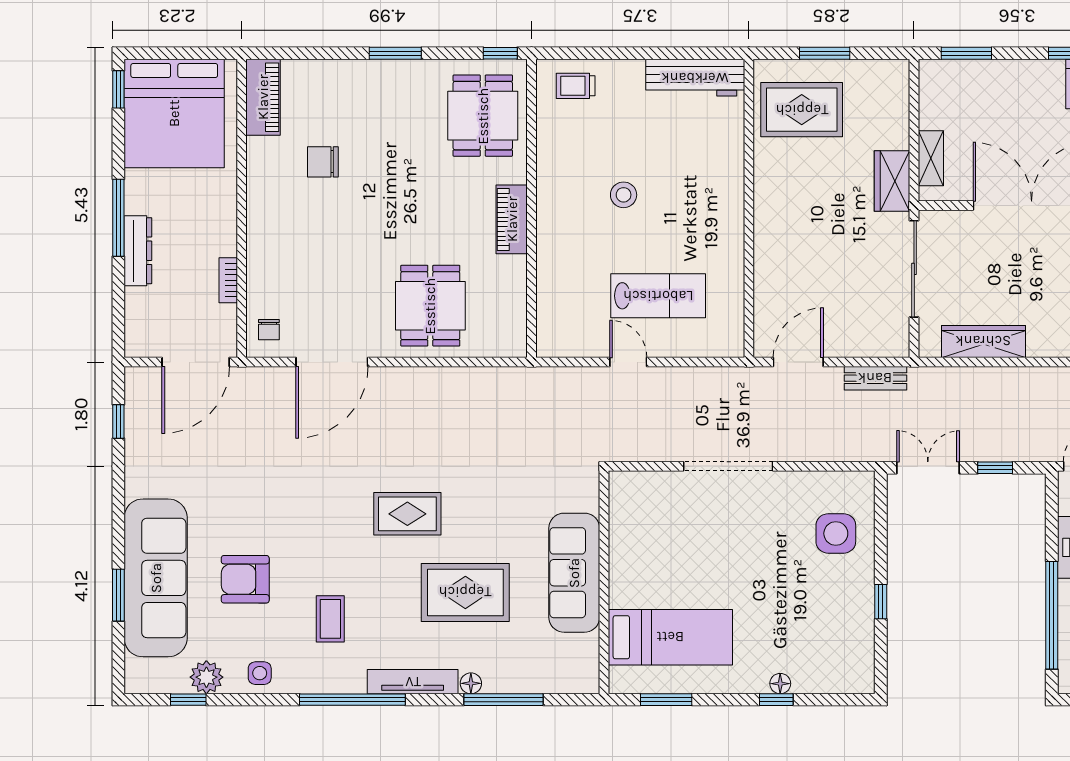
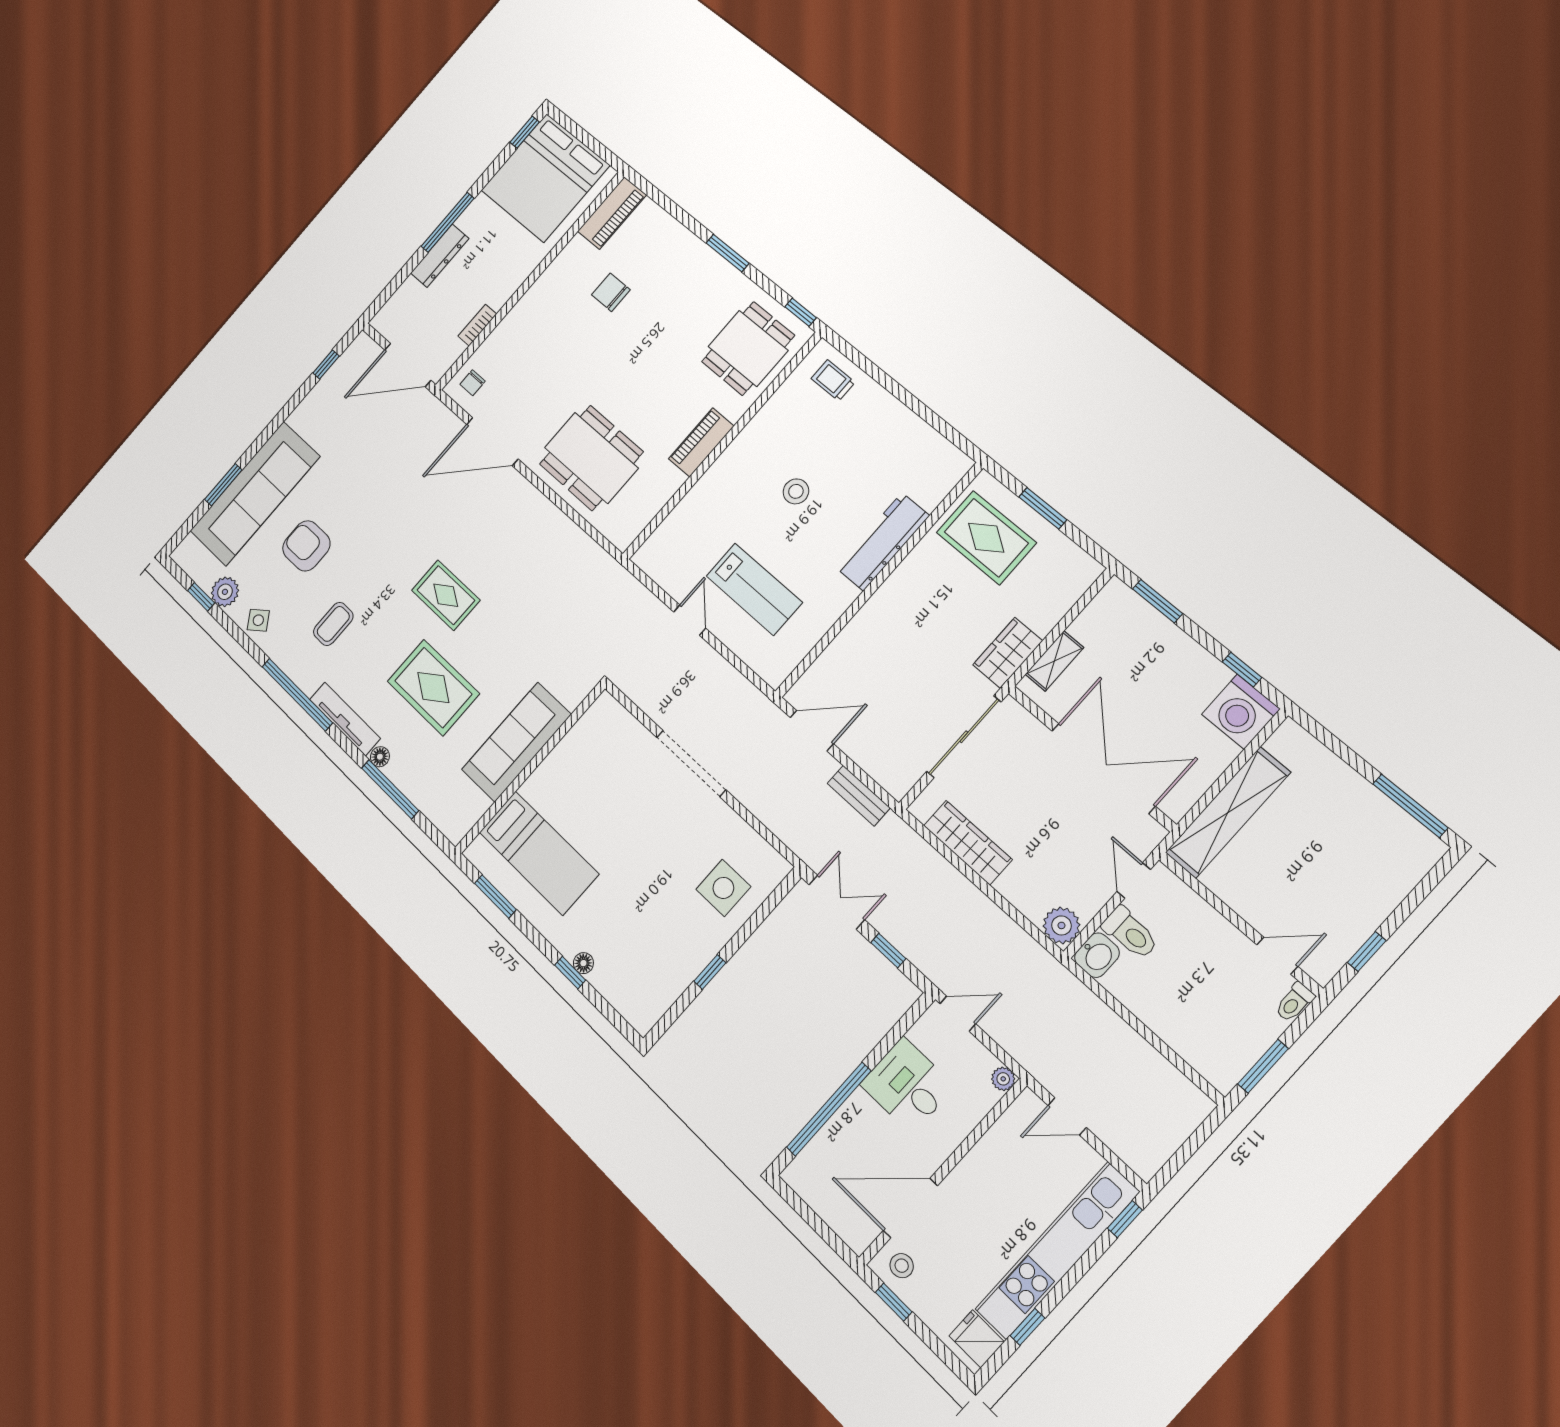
workbench: (695, 78) -> (883, 542), moved, turned 90
dining table: (430, 306) -> (591, 458), width x1.38
side table: (260, 673) -> (258, 620), turned -36

